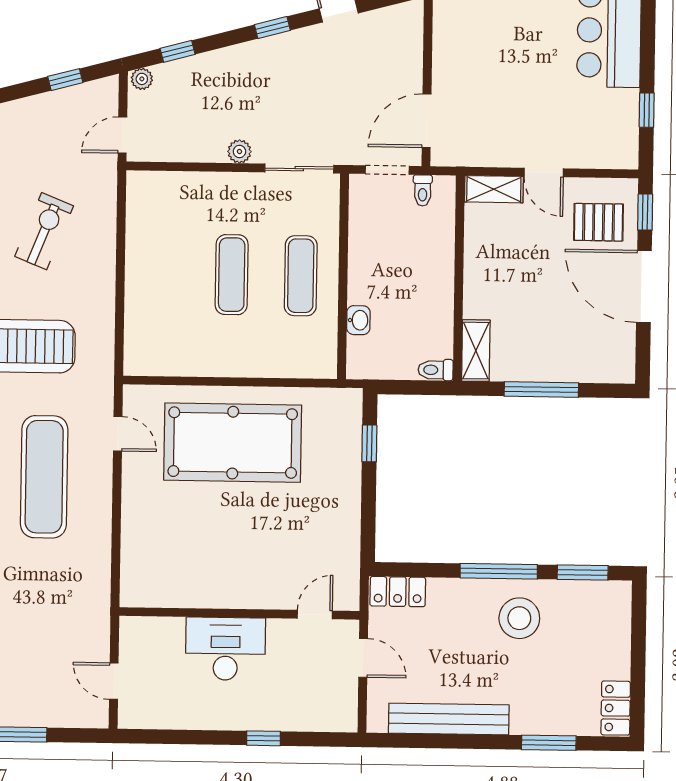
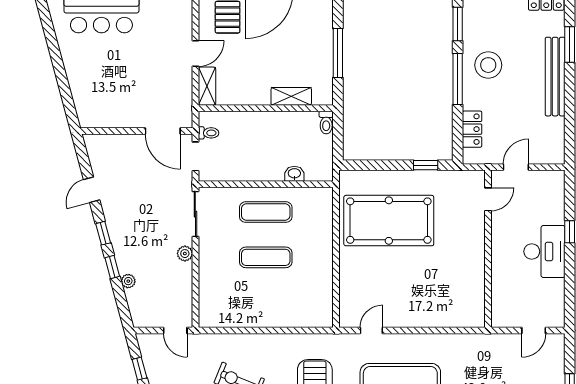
window: (178, 51) -> (112, 267), moved
plant: (142, 79) -> (128, 281), moved
shelving: (476, 351) -> (291, 96), moved
pool table: (233, 443) -> (389, 221), moved, turned 90
window: (369, 443) -> (426, 165), moved
locker: (398, 592) -> (472, 129), moved
door: (315, 615) -> (488, 199), swing flipped
desk: (225, 649) -> (544, 251), moved, turned 180
bench: (449, 719) -> (555, 77), moved

